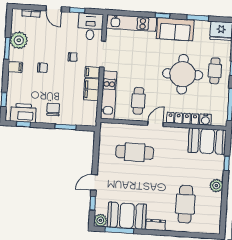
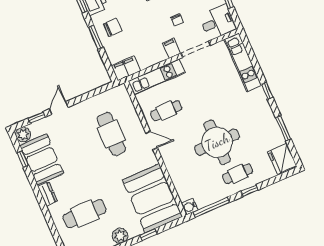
sofa: (175, 29) -> (259, 111), removed
filing cabinet: (91, 90) -> (126, 68), moved
locker: (183, 118) -> (172, 166), removed
water cooler: (205, 120) -> (190, 207), moved
window: (66, 127) -> (96, 37), moved
booth: (207, 141) -> (152, 198), width x1.36, depth x1.42
door: (94, 182) -> (59, 108), hinge flipped
window: (119, 230) -> (23, 159), width x0.46

